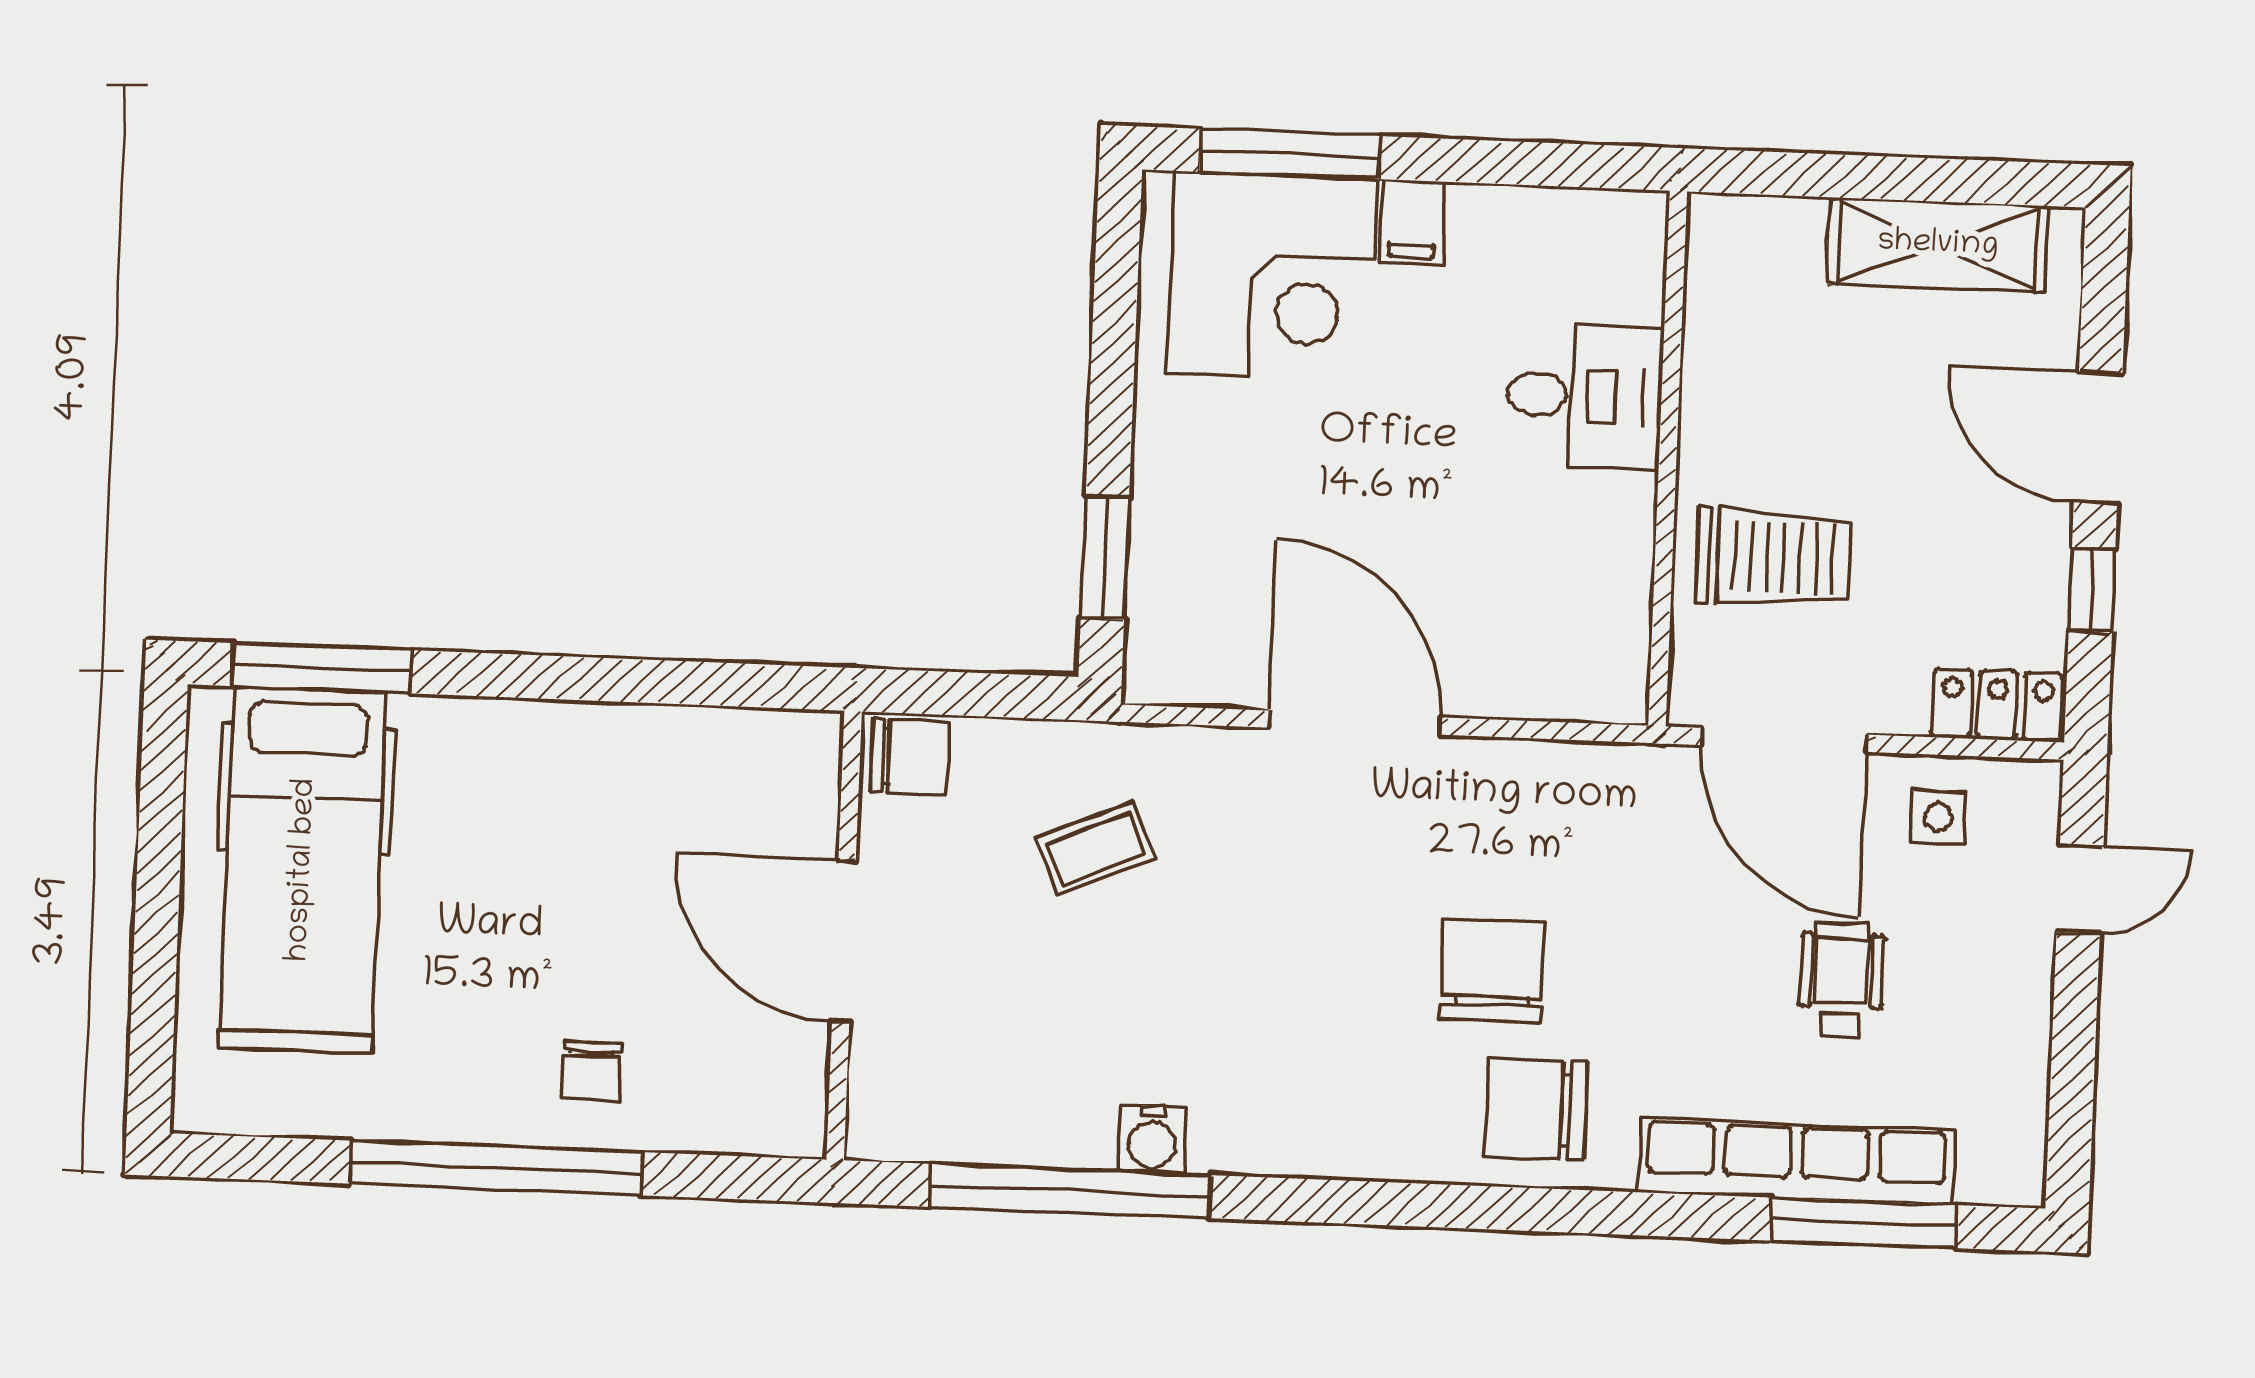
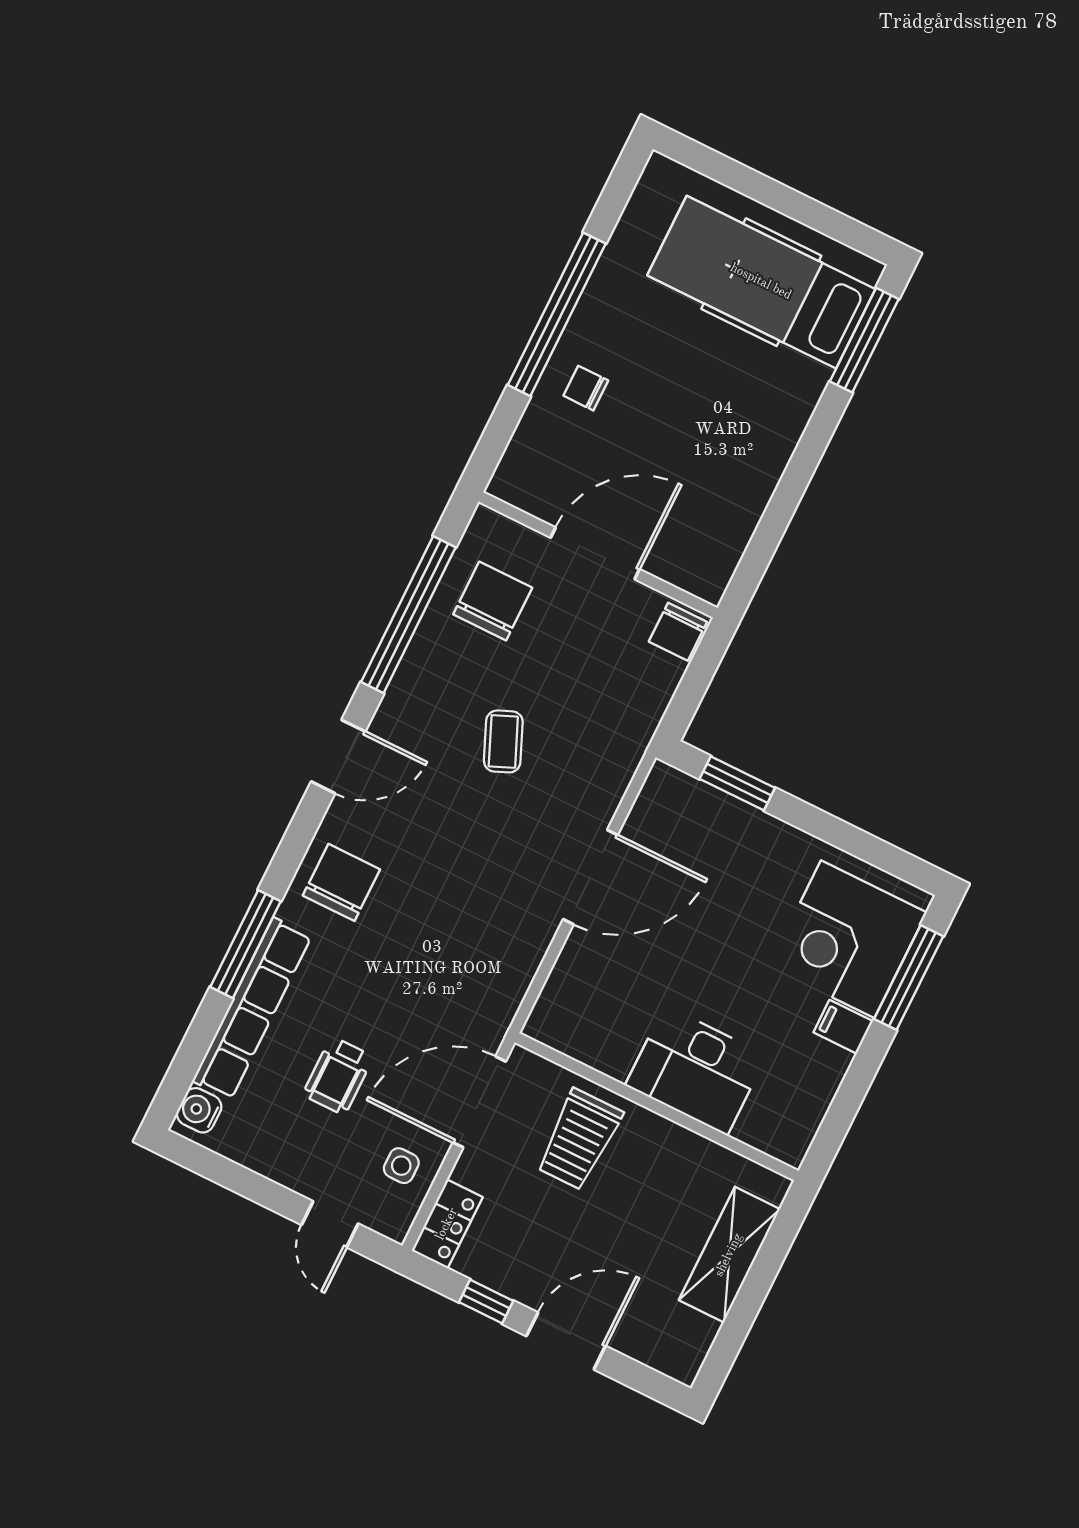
shelving: (1938, 245) -> (729, 1255), moved
desk: (1584, 396) -> (696, 1070), width x1.37
coffee table: (1095, 849) -> (503, 741), moved
chair: (1492, 970) -> (493, 601), moved, turned -90
wheelchair: (1841, 980) -> (338, 1076), turned 90
water cooler: (1152, 1139) -> (199, 1110), moved
door: (1341, 1202) -> (338, 757), added
window: (1864, 1223) -> (246, 944), moved

